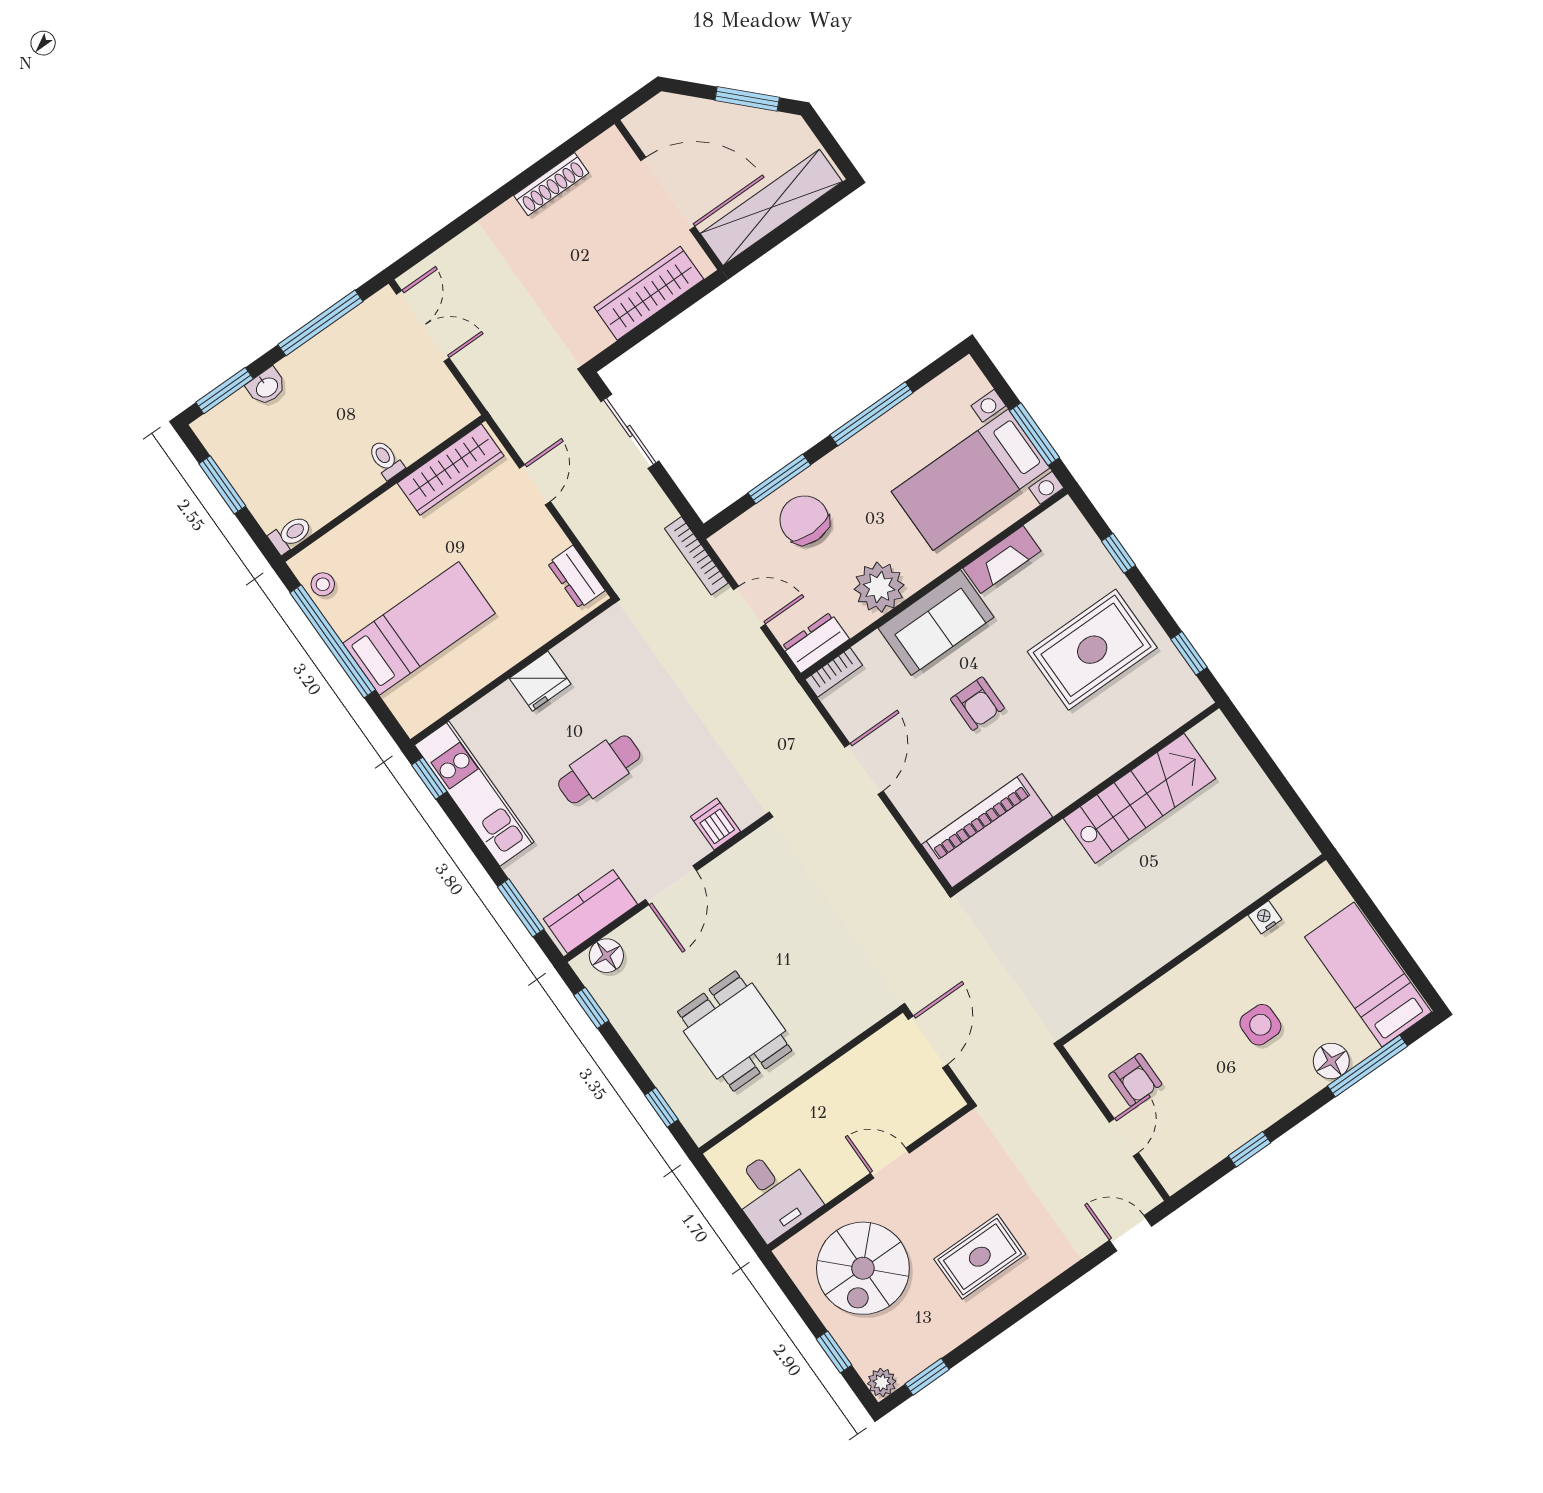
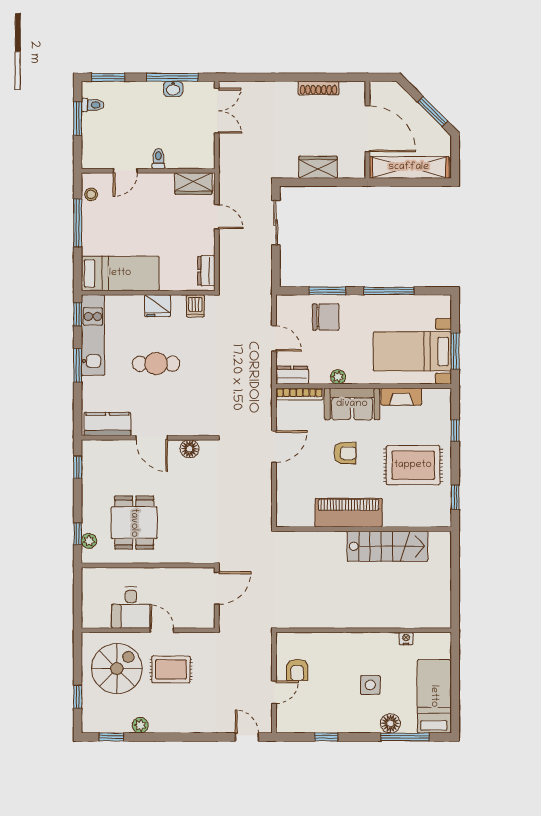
wardrobe: (649, 293) -> (318, 167), width x0.67
washbasin: (267, 387) -> (173, 89), moved
wardrobe: (451, 469) -> (193, 183), width x0.67
door: (535, 485) -> (217, 217), hinge flipped
door: (349, 513) -> (125, 171), added
chair: (804, 520) -> (326, 317), turned 90
toilet: (291, 534) -> (93, 105), moved
bookcase: (696, 556) -> (266, 299), removed
plant: (879, 587) -> (338, 377), width x0.53, depth x0.53
bed: (419, 628) -> (120, 273), moved
window: (333, 641) -> (78, 223), width x0.68
bookcase: (834, 672) -> (299, 394), width x1.56
armchair: (977, 704) -> (345, 453), turned -90
dishwasher: (716, 824) -> (195, 306), moved, turned 180
piano: (987, 831) -> (349, 513), moved
door: (671, 885) -> (152, 438), hinge flipped
window: (521, 908) -> (78, 365), moved
floor lamp: (606, 956) -> (190, 449), moved
plant: (686, 1106) -> (89, 541), added
desk: (774, 1194) -> (131, 608), moved
rug: (980, 1257) -> (171, 669), moved
spiral stairs: (863, 1268) -> (117, 669), turned 180
plant: (882, 1382) -> (140, 725), moved

